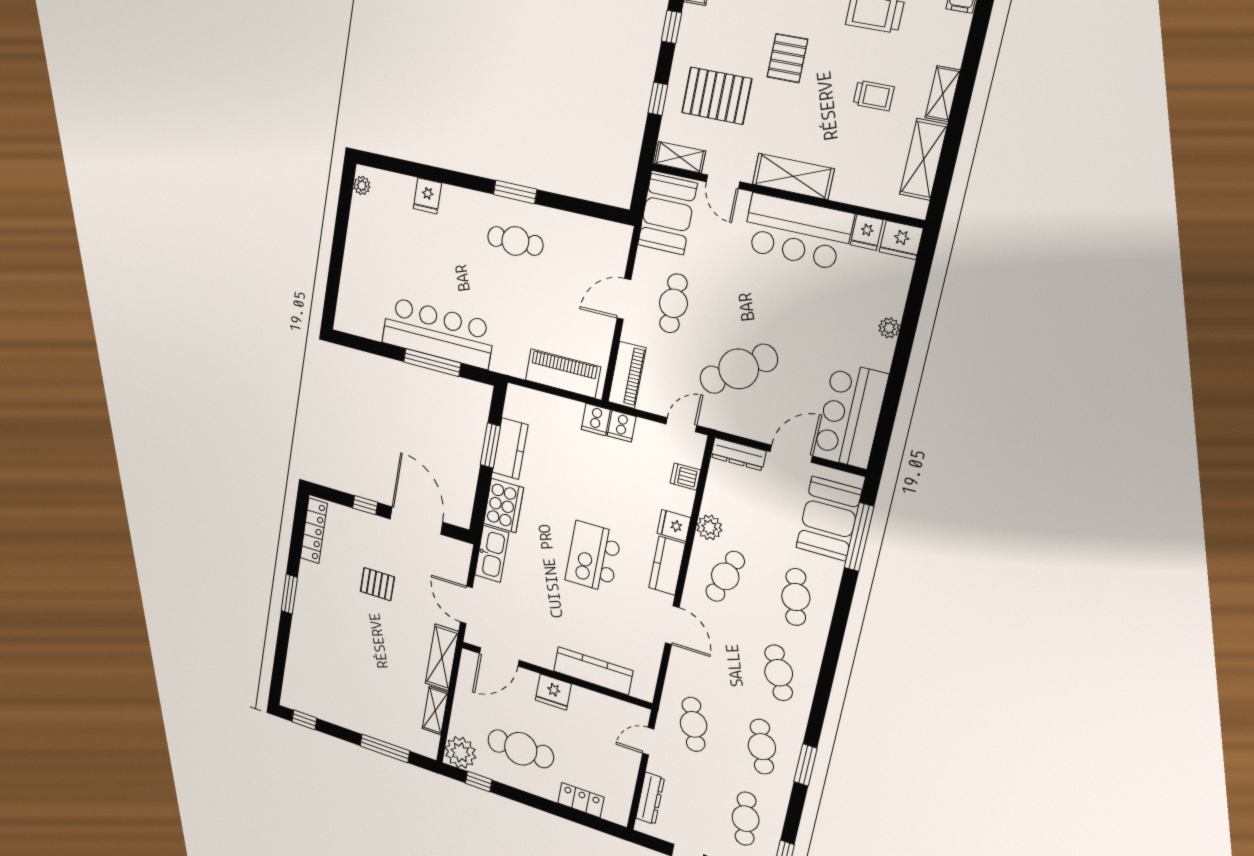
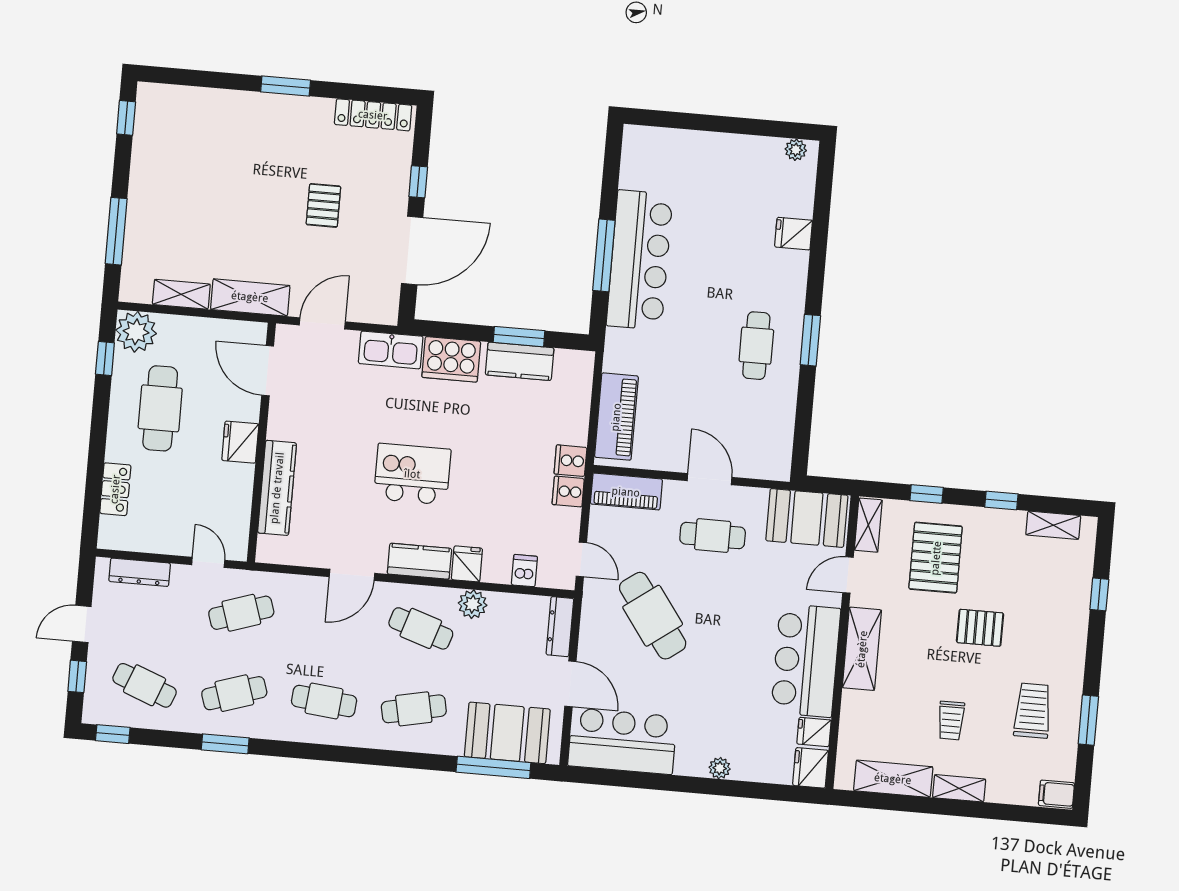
cafe table: (779, 673) -> (324, 701), turned 30
cafe table: (746, 819) -> (145, 685), turned 30

